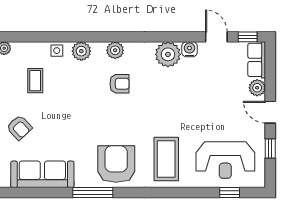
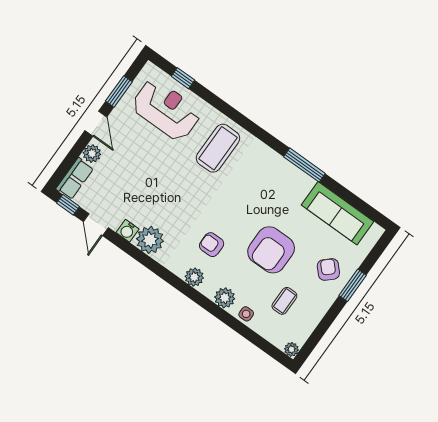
window: (270, 148) -> (119, 91), width x1.50
armchair: (116, 164) -> (271, 250), moved

